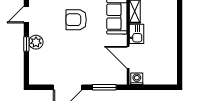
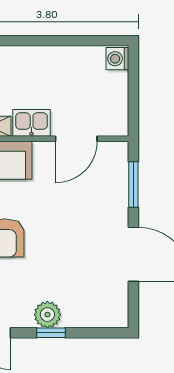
washing machine: (137, 79) -> (117, 59), moved

